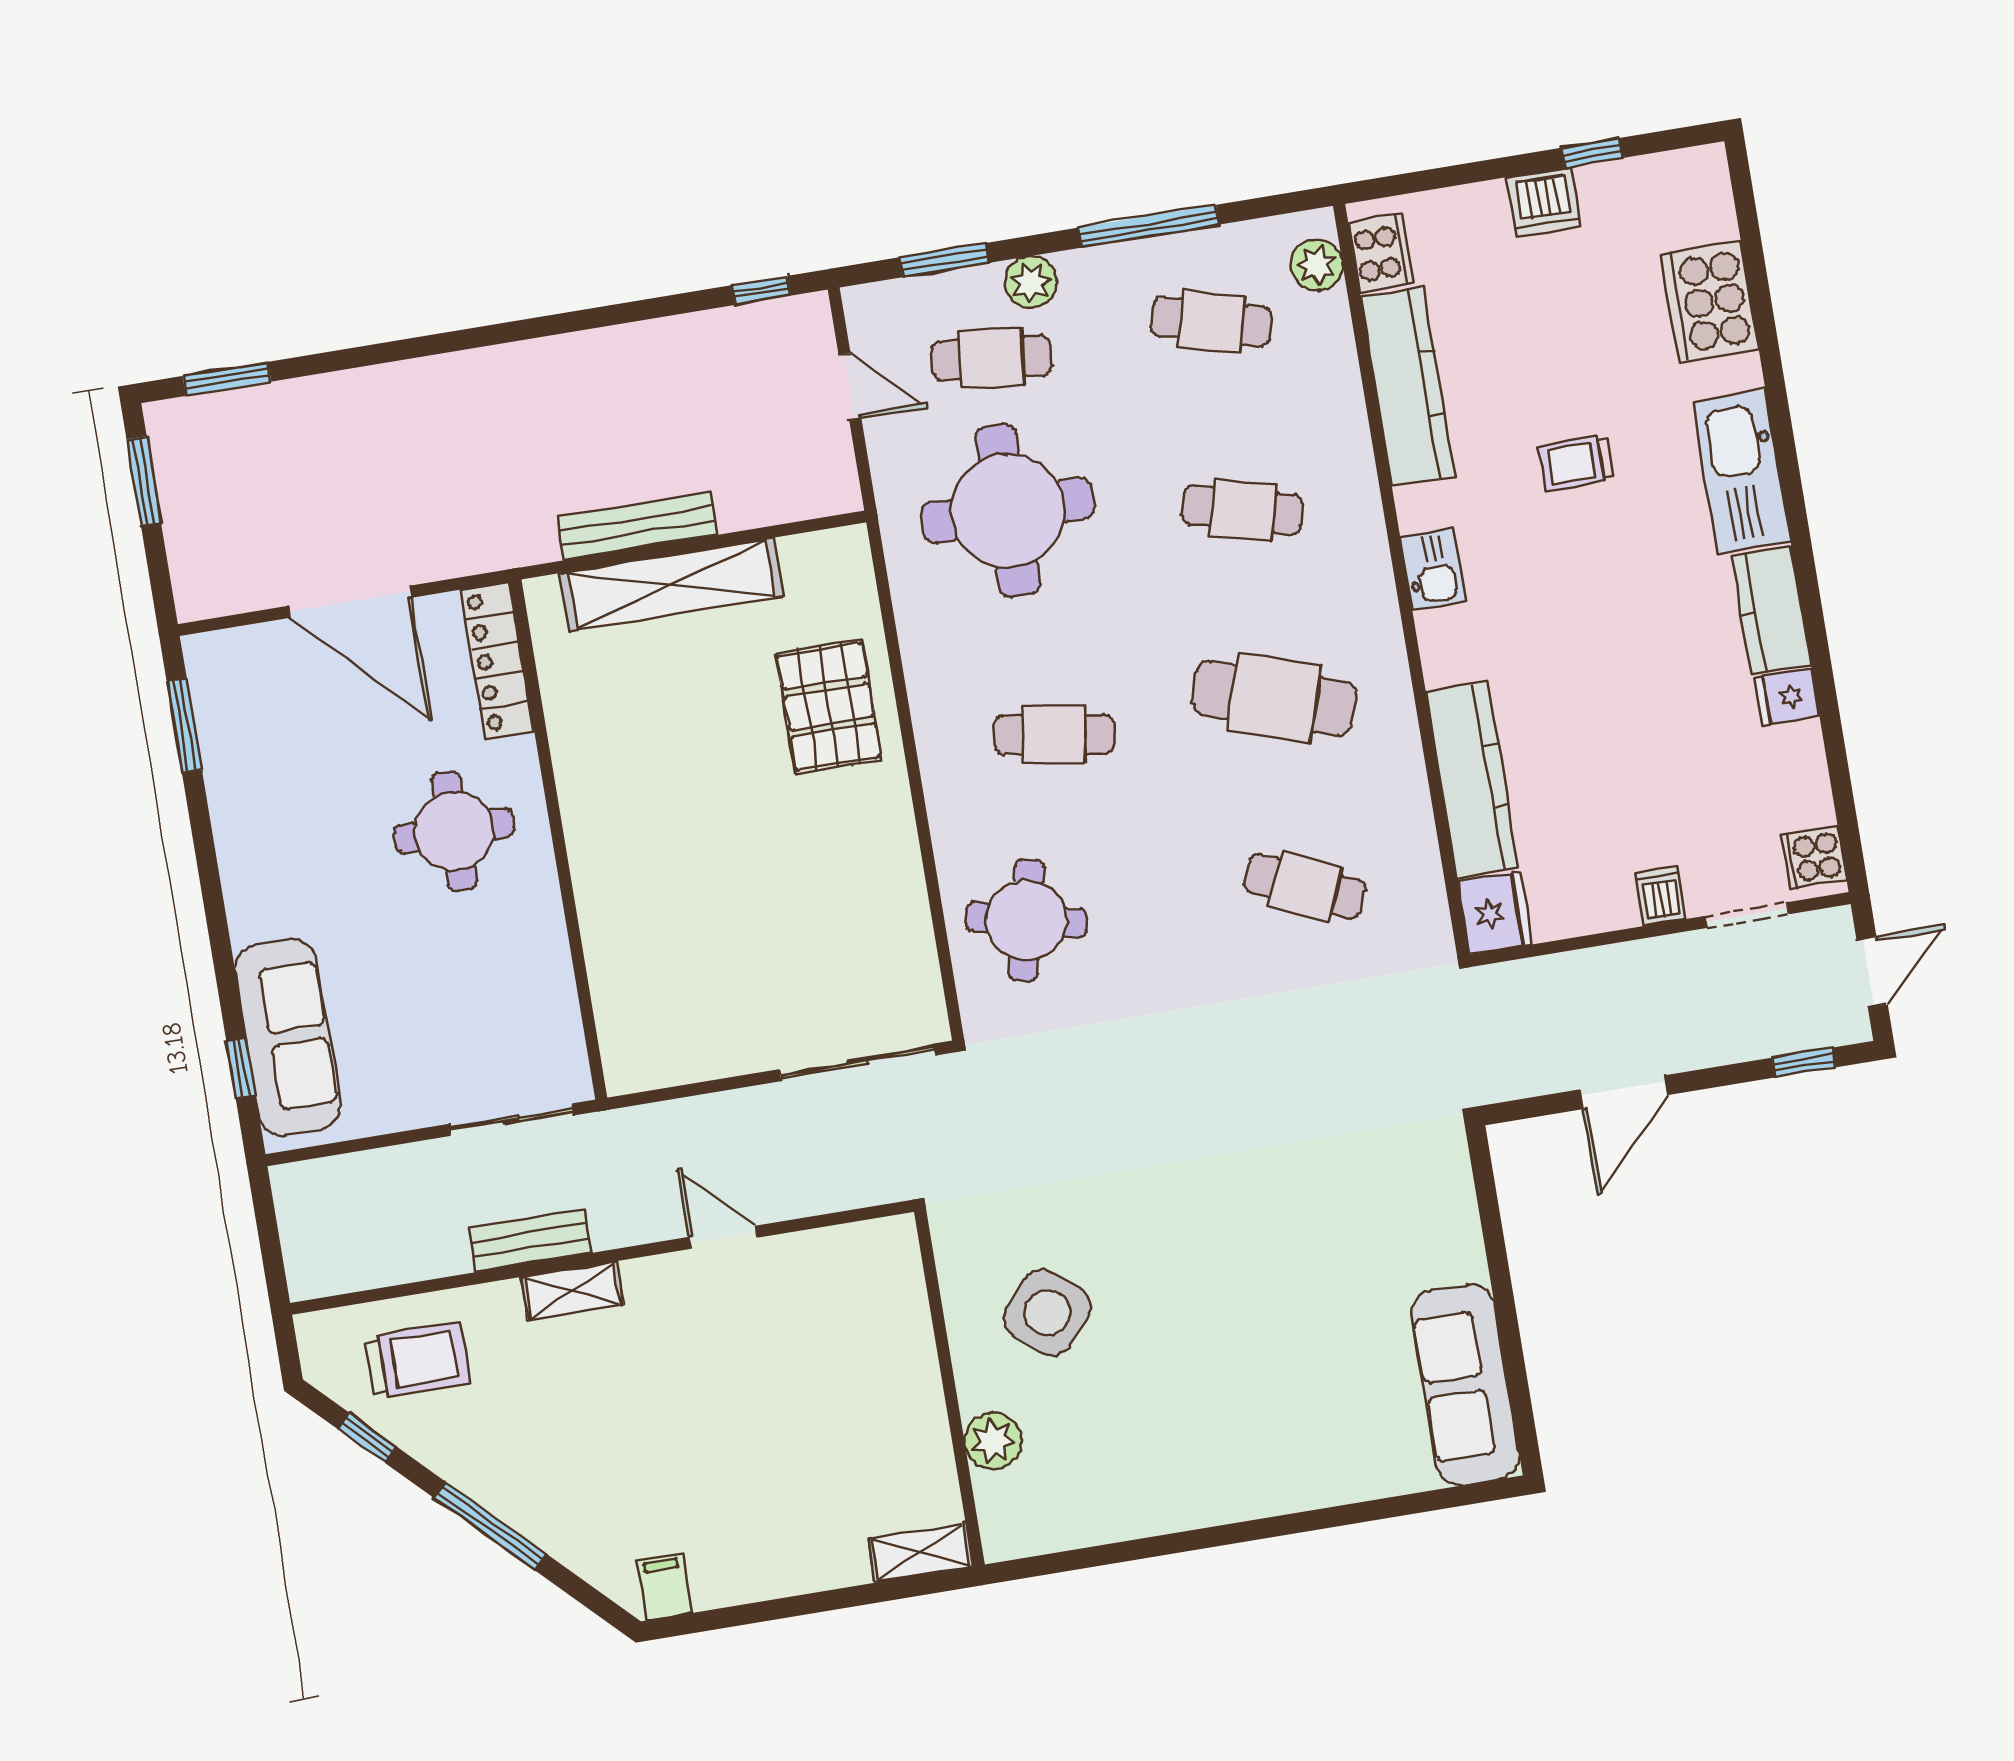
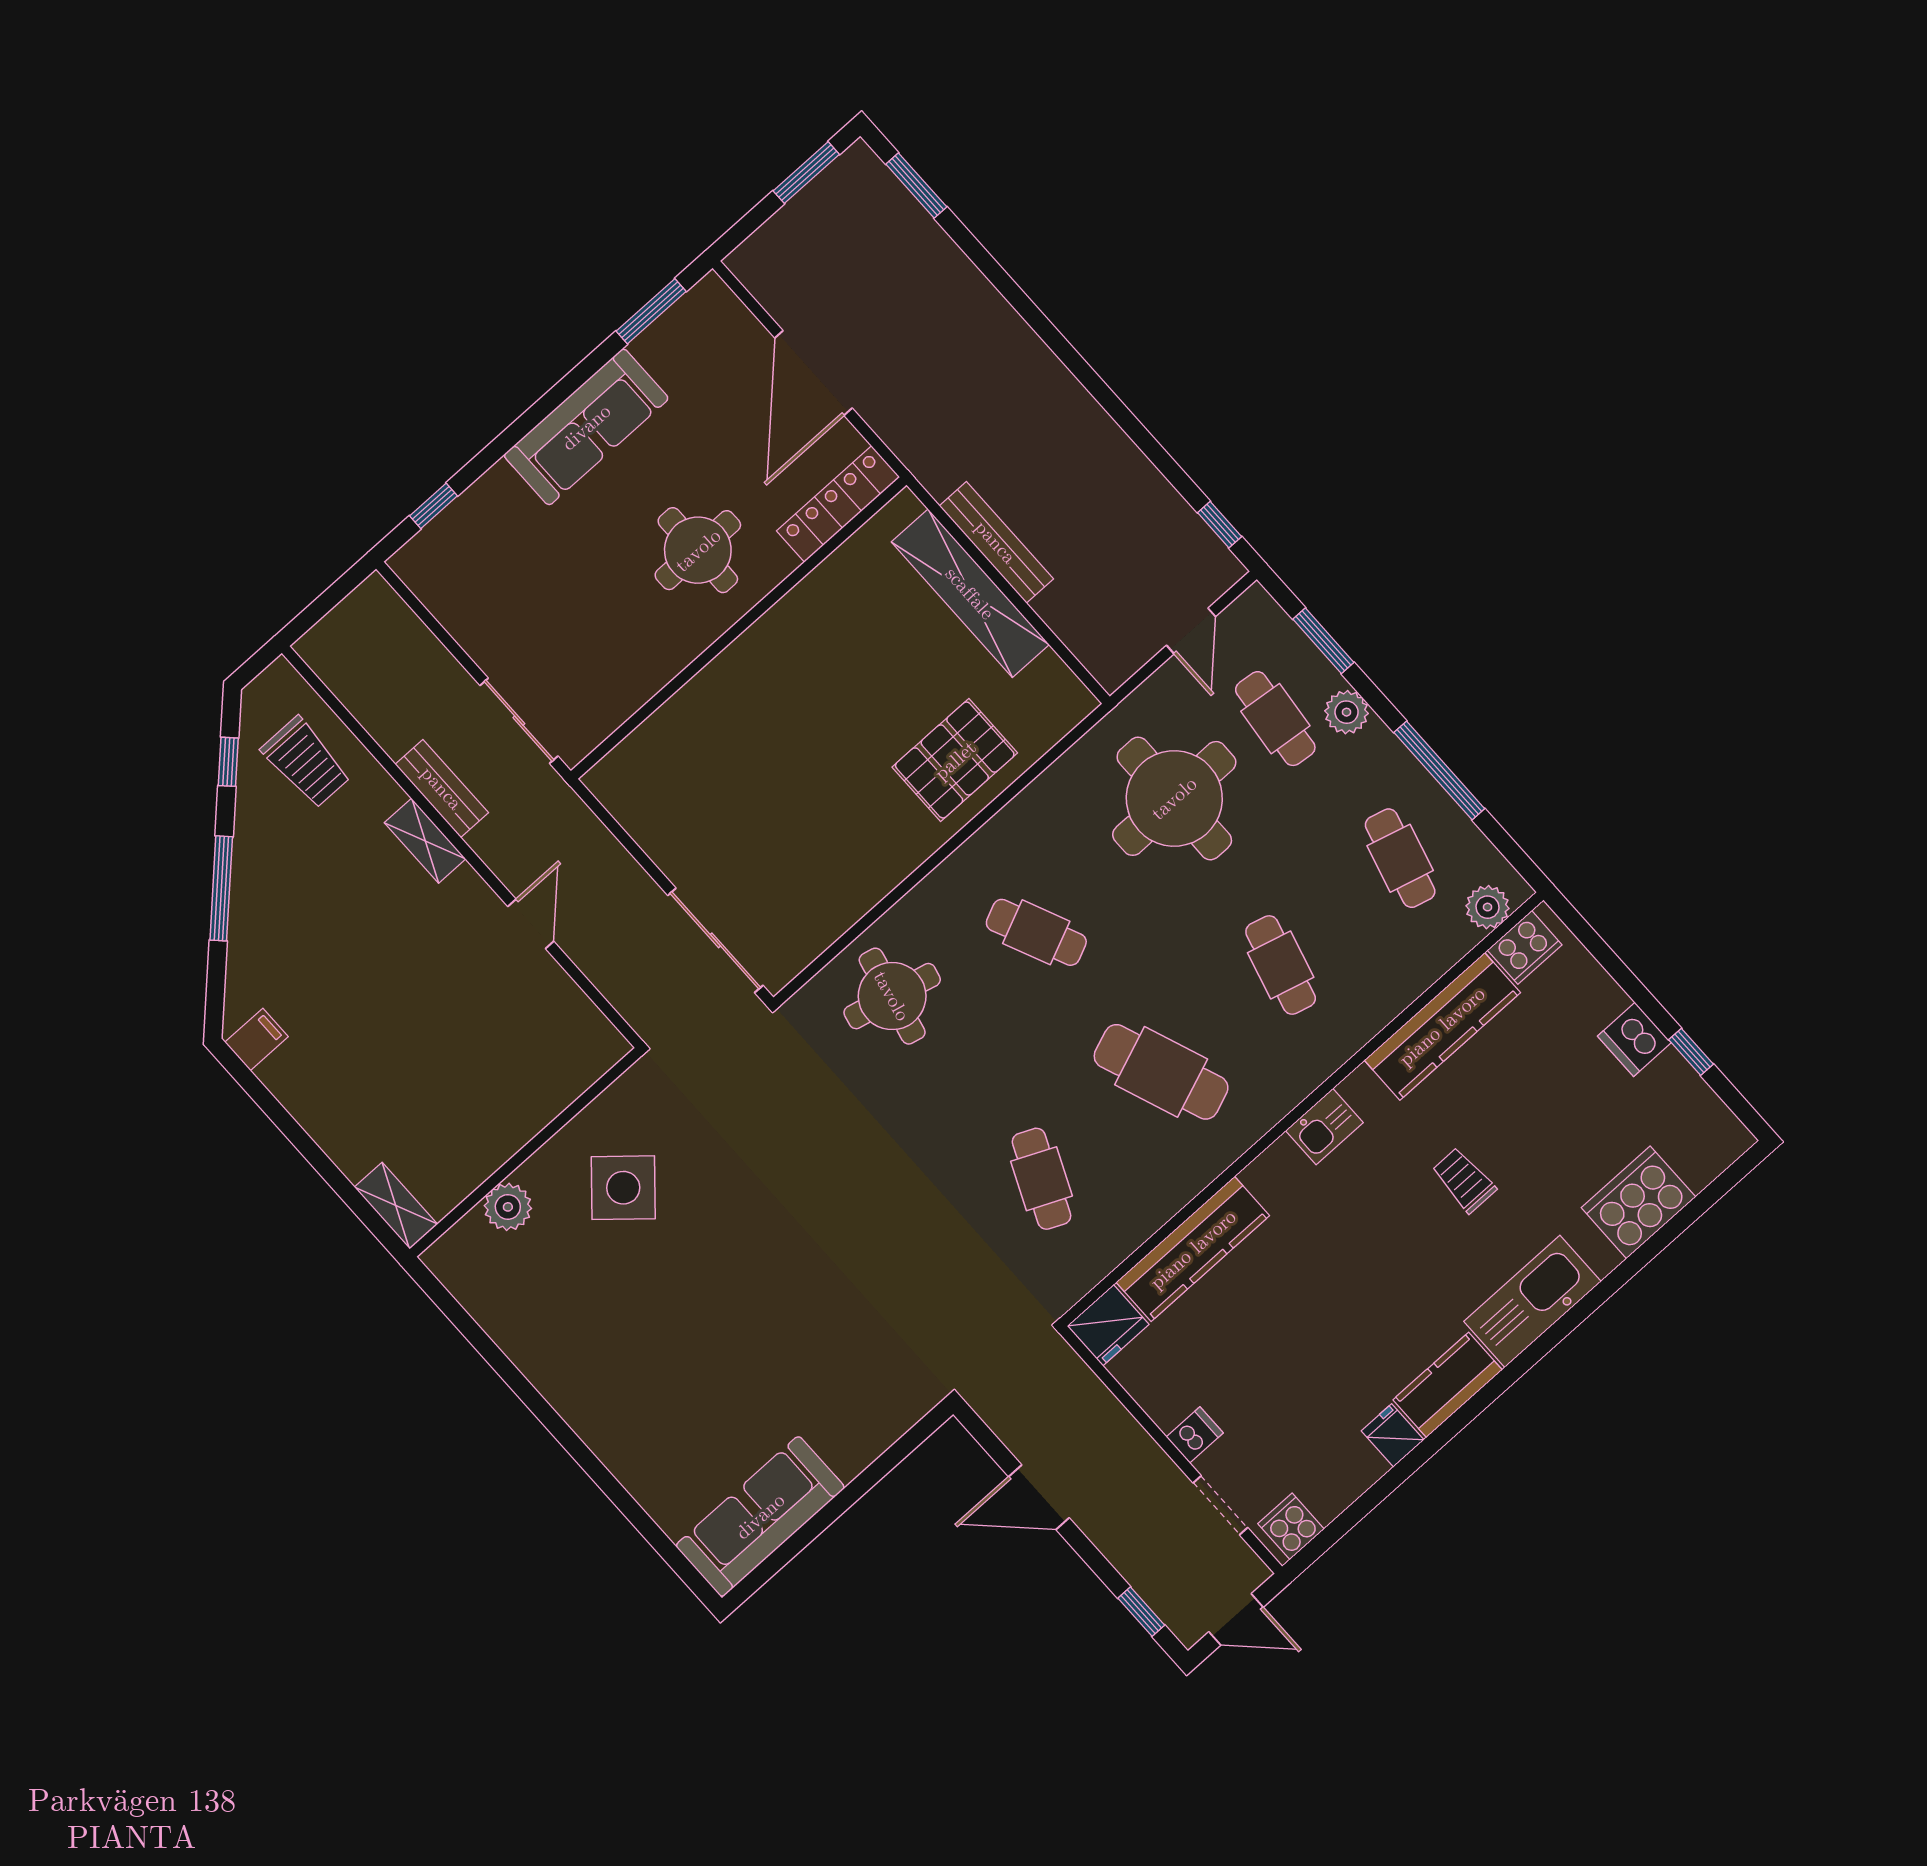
cafe table: (1274, 698) -> (1161, 1072), turned -39
cafe table: (1054, 735) -> (1036, 932), turned -33
sofa: (288, 1037) -> (586, 427), moved

